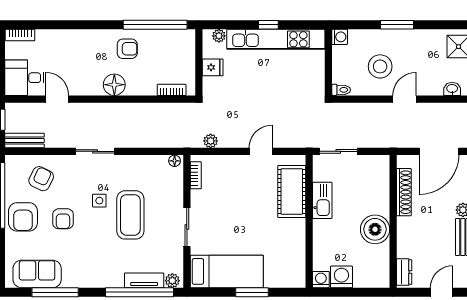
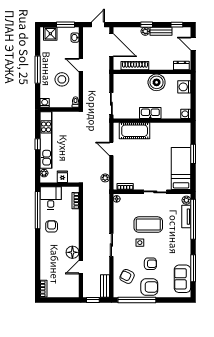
window: (397, 25) -> (38, 70), width x1.44
desk: (24, 78) -> (51, 198), moved, turned 180
floor lamp: (114, 85) -> (72, 252), moved
kitchen sink: (322, 200) -> (150, 113), moved
washing machine: (341, 277) -> (184, 87), moved

